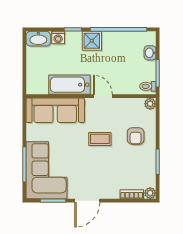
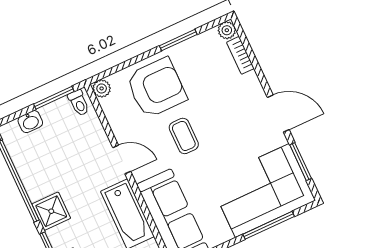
door: (103, 96) -> (122, 160), swing flipped
armchair: (136, 136) -> (156, 88), width x1.88, depth x1.88

